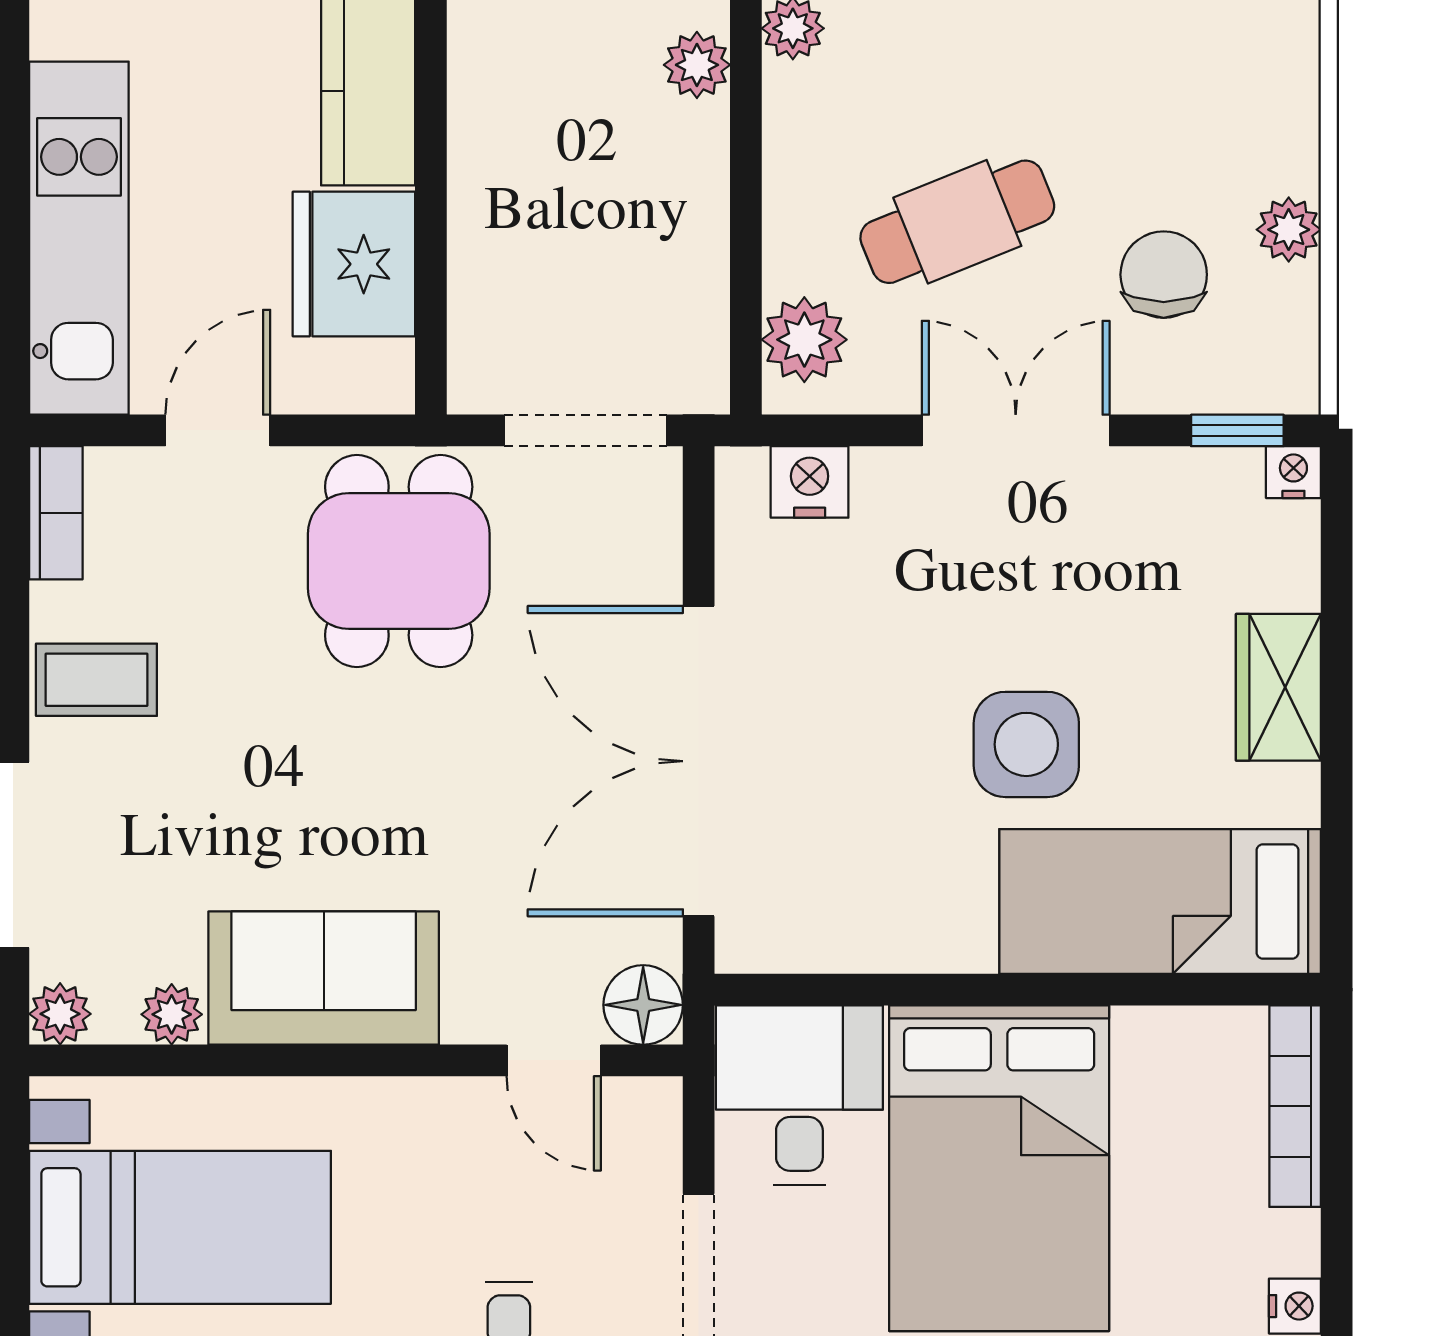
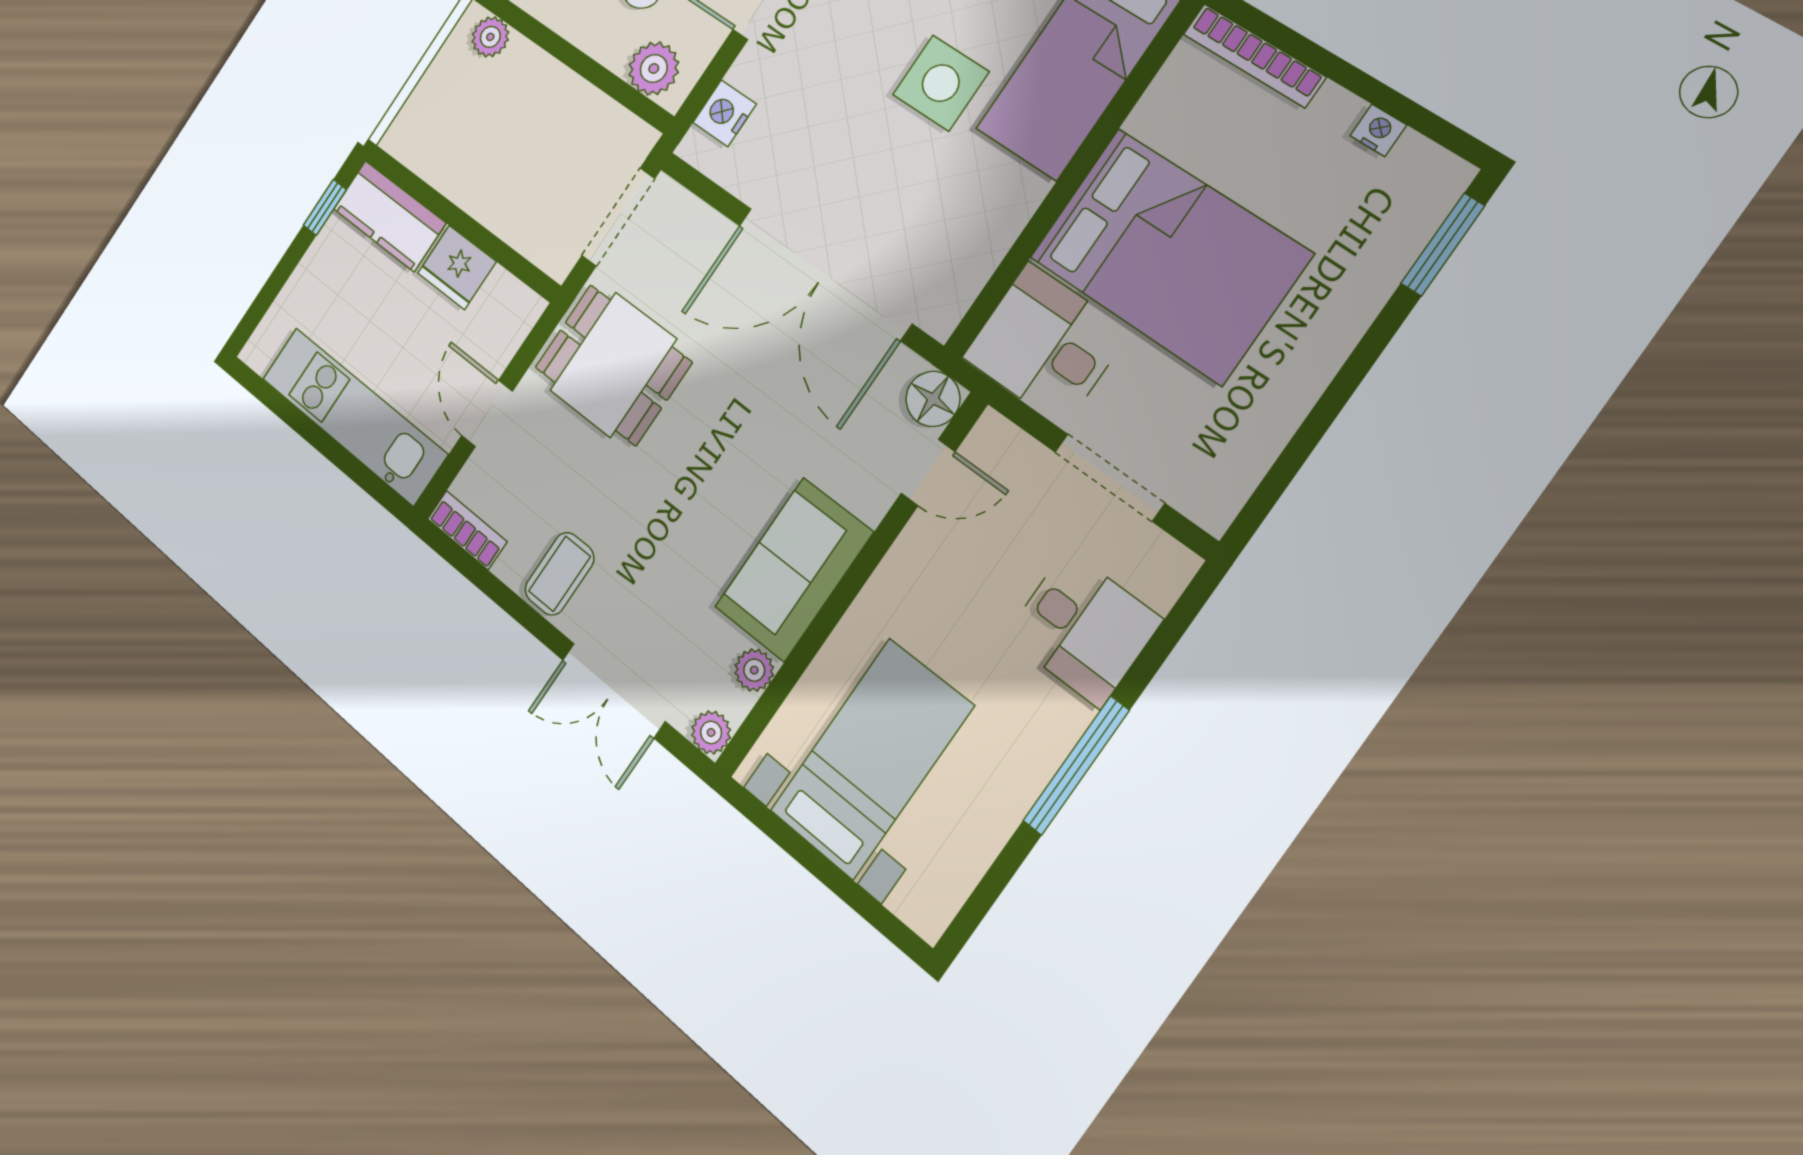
fridge: (354, 264) -> (457, 267), width x0.73, depth x0.75

